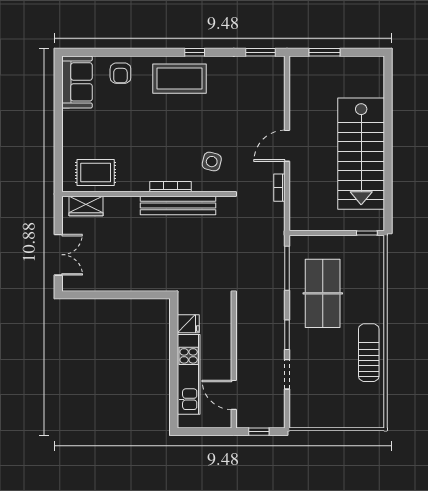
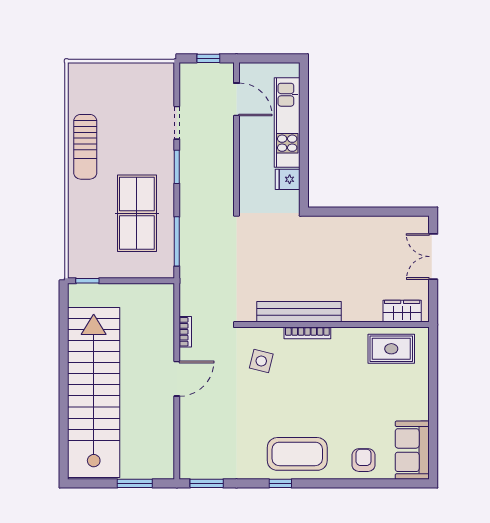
stairs: (361, 154) -> (94, 392), width x1.36

